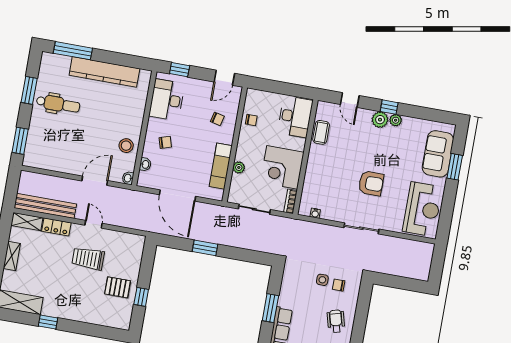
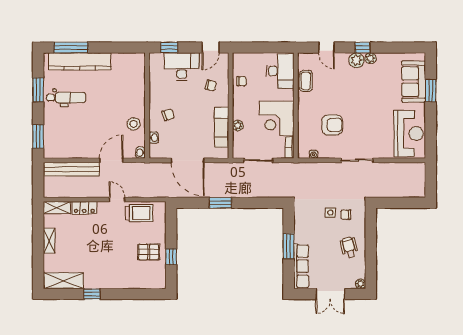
kitchen counter: (104, 72) -> (80, 61), moved
desk: (167, 100) -> (182, 66), moved, turned 90
armchair: (371, 183) -> (332, 125), moved
bench: (45, 206) -> (72, 169), moved
trolley: (88, 259) -> (139, 213), moved, turned 180

